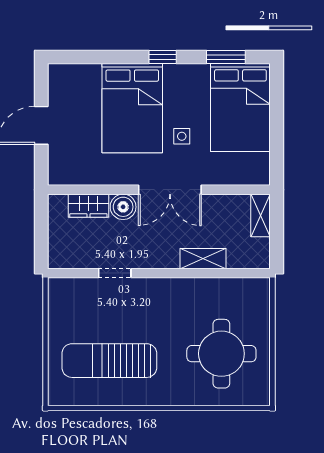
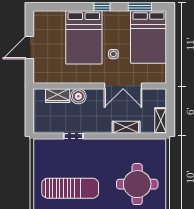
double door: (170, 190) -> (123, 86), moved
shelving: (261, 215) -> (161, 121), moved
sun lounger: (109, 361) -> (70, 188), turned 180

